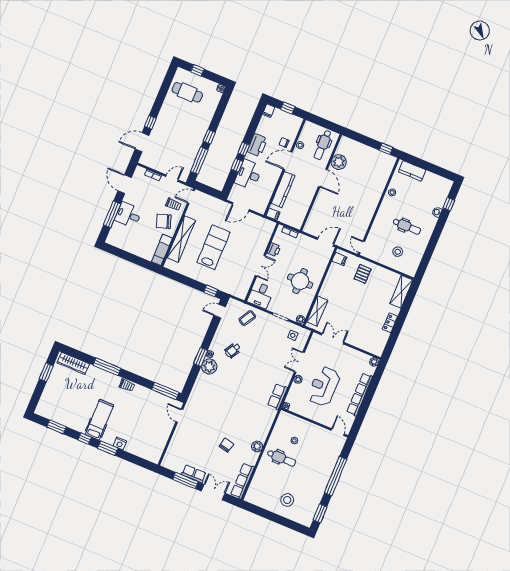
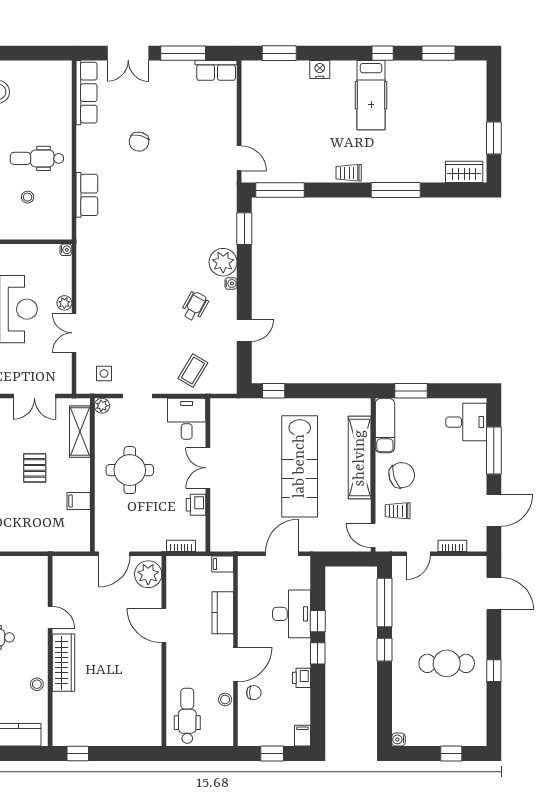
cafe table: (187, 92) -> (447, 663), moved
window: (150, 122) -> (494, 671), moved
door: (142, 142) -> (494, 594), hinge flipped
printer: (257, 145) -> (302, 678), width x0.53, depth x0.68
plant: (339, 162) -> (148, 574), moved
door: (323, 178) -> (164, 626), moved
door: (125, 184) -> (494, 510), hinge flipped
kitchen counter: (283, 189) -> (223, 613), width x0.67
door: (191, 197) -> (373, 535), swing flipped
wardrobe: (374, 198) -> (63, 663), added
desk: (128, 215) -> (466, 422), moved
lab bench: (213, 247) -> (300, 466), width x1.36
door: (362, 247) -> (50, 617), moved
filing cabinet: (340, 259) -> (79, 501), moved
window: (141, 262) -> (411, 391), added
pallet: (363, 274) -> (35, 468), moved
door: (220, 311) -> (244, 330), moved
window: (201, 357) -> (244, 229), moved
double door: (299, 362) -> (74, 333), swing flipped
wardrobe: (73, 363) -> (464, 172), width x0.67
row of seats: (277, 397) -> (87, 195), moved
plant: (257, 446) -> (86, 161), removed
window: (108, 448) -> (279, 53), moved
row of seats: (194, 474) -> (216, 70), moved

